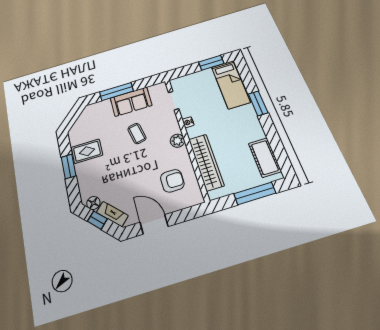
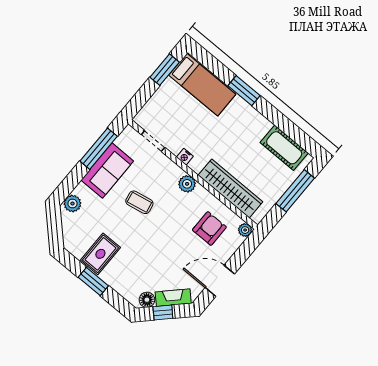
window: (116, 92) -> (99, 149), moved
plant: (94, 109) -> (72, 204), added
plant: (198, 198) -> (245, 230), added

